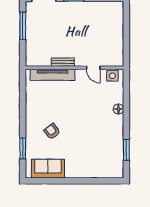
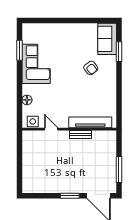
floor lamp: (118, 109) -> (27, 100), moved
corner sofa: (109, 136) -> (36, 64), added
sofa: (48, 169) -> (107, 39), moved, turned 90

